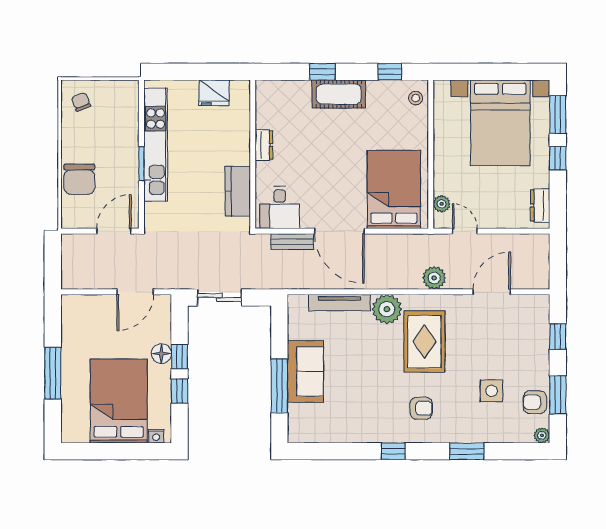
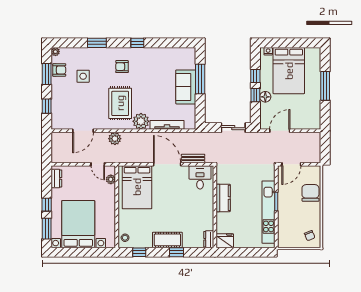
fridge: (214, 93) -> (225, 241), moved
dresser: (264, 145) -> (209, 239), moved
kitchen counter: (238, 191) -> (223, 198), moved

